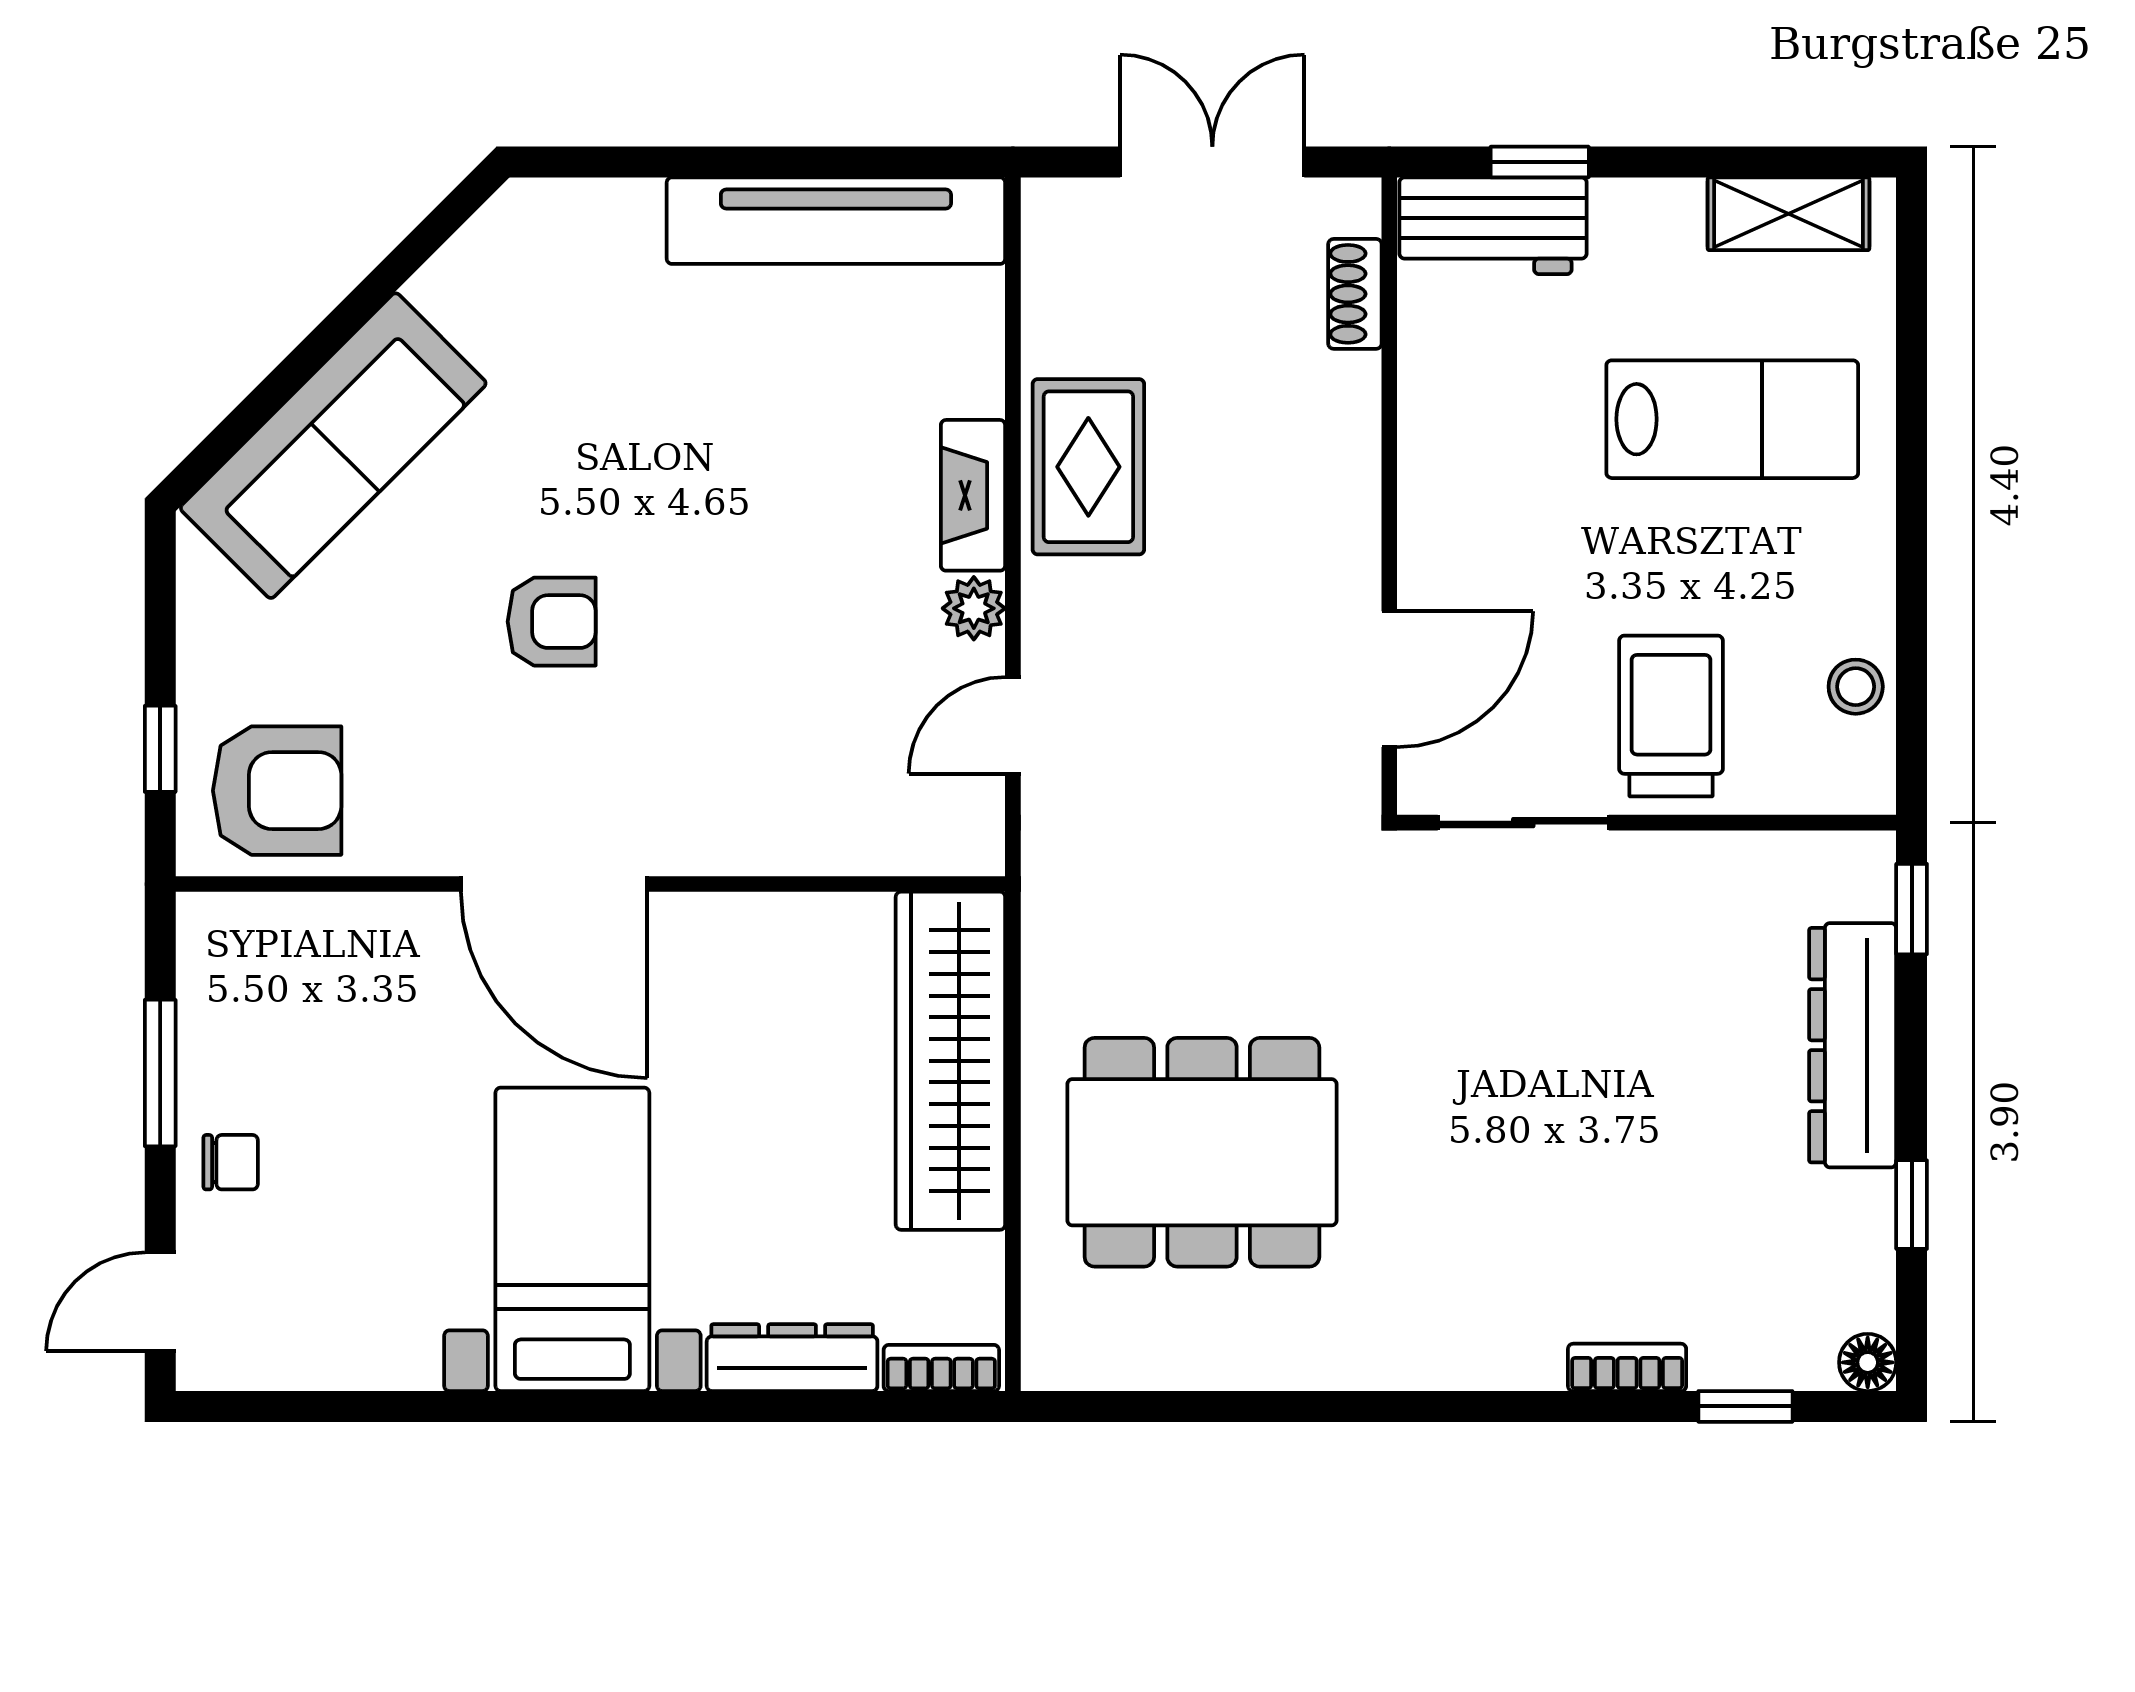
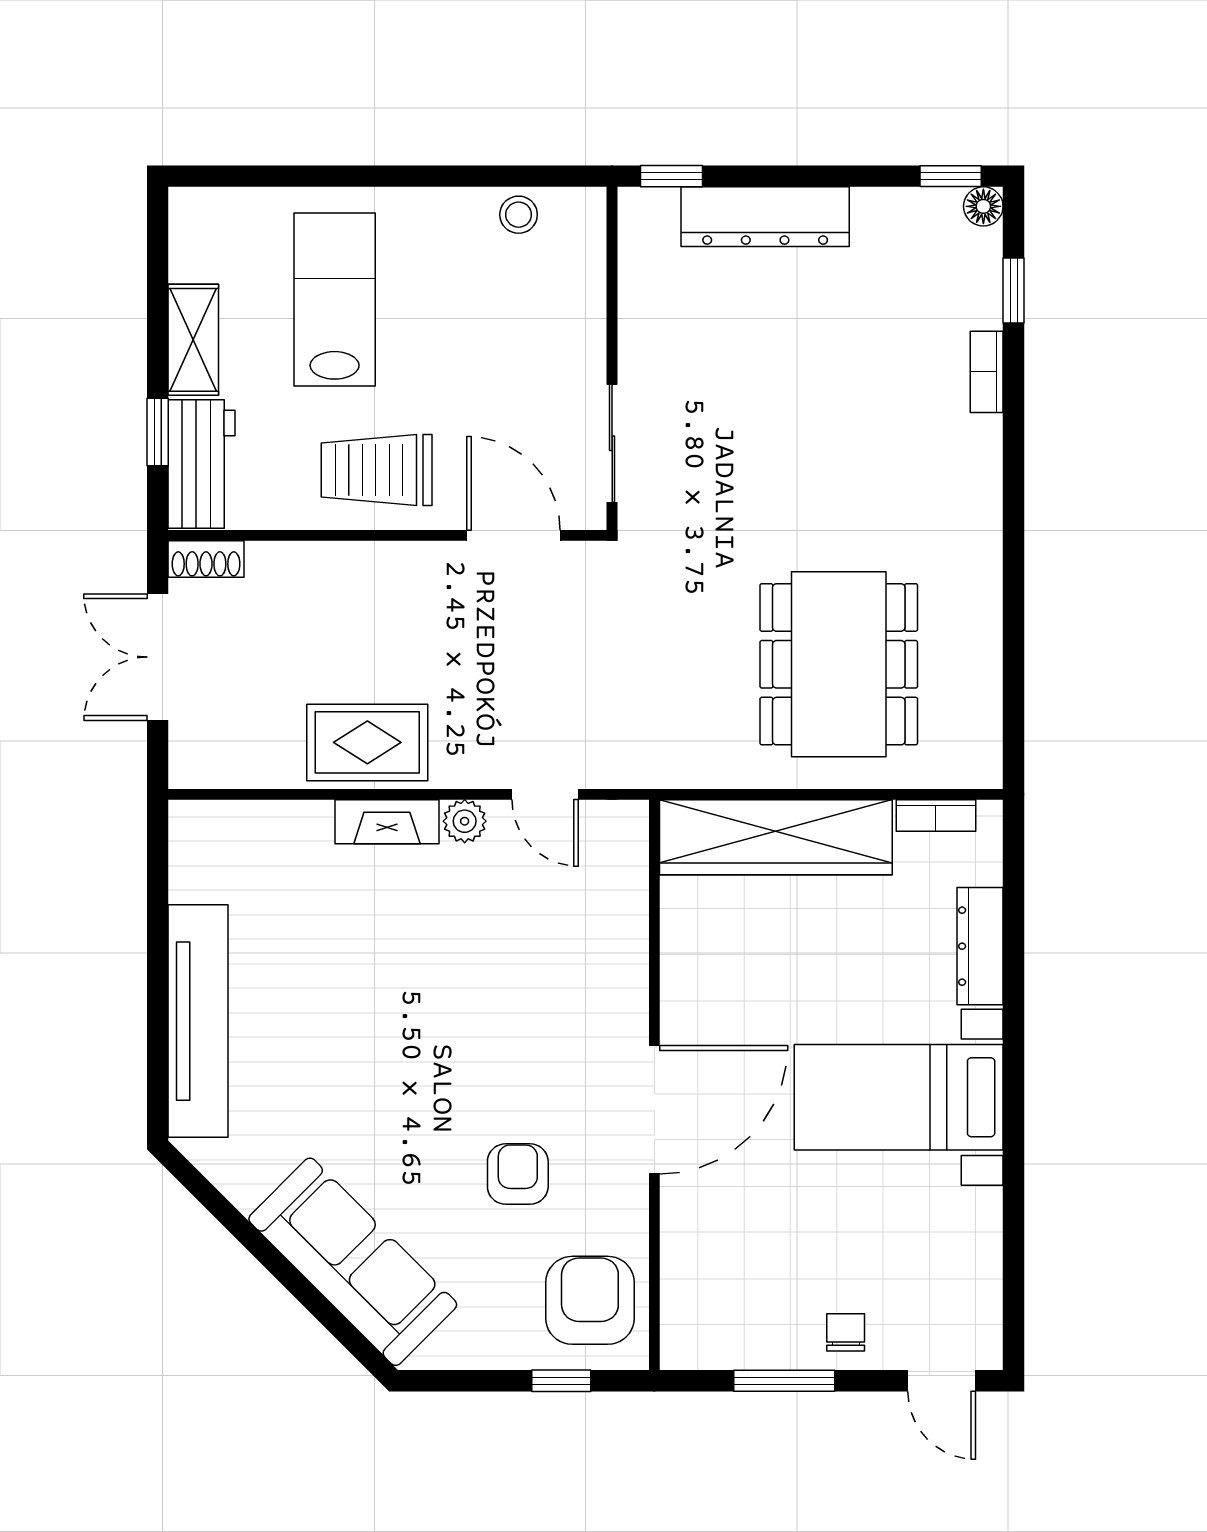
shelving: (1789, 214) -> (193, 340), moved
tv unit: (836, 221) -> (198, 1021), moved
shoe rack: (1355, 294) -> (206, 559), moved
armchair: (552, 622) -> (518, 1174), moved
trolley: (1671, 716) -> (377, 470), moved
window: (1912, 1205) -> (951, 176), moved
bookcase: (941, 1368) -> (936, 815), moved, turned -90

